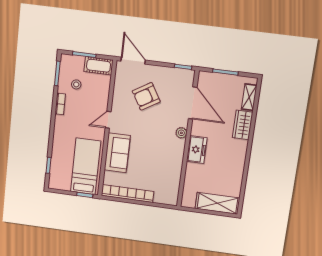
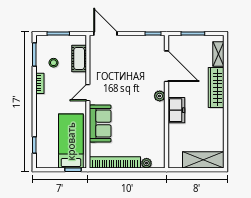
cot: (99, 66) -> (79, 59), moved, turned 90
armchair: (146, 96) -> (122, 66), removed
wardrobe: (243, 125) -> (216, 88), width x1.50
plant: (159, 199) -> (147, 163), added

